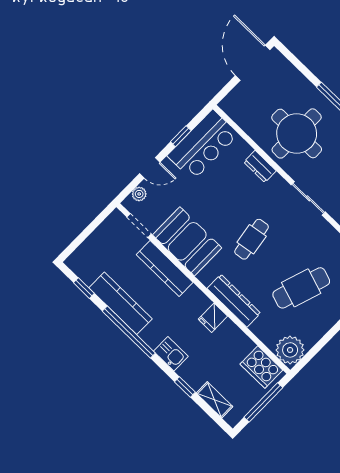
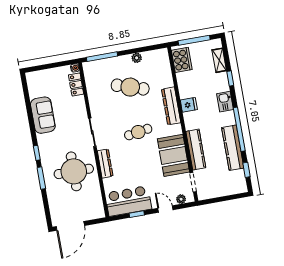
dresser: (260, 166) -> (105, 164), width x1.44
plant: (290, 350) -> (137, 58), moved, width x0.53, depth x0.53

